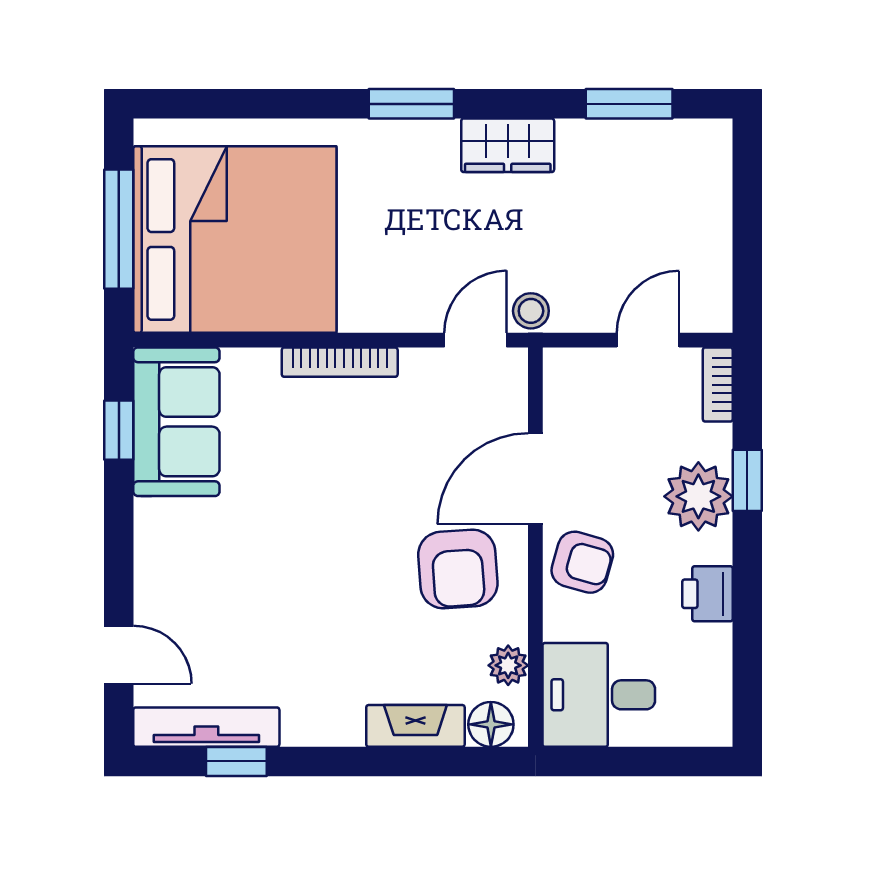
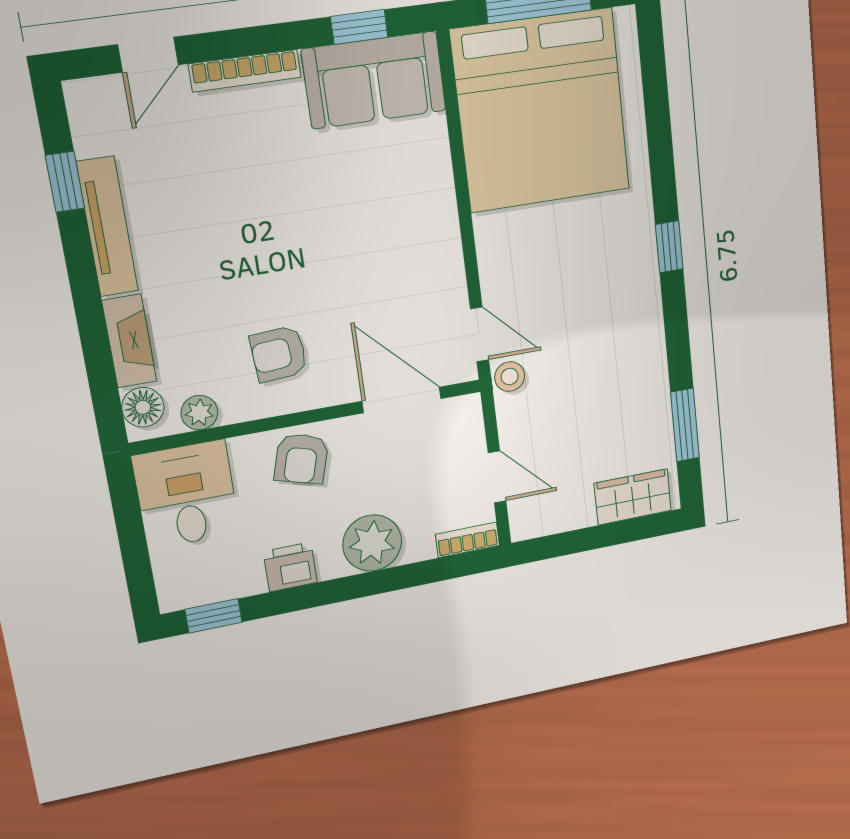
window: (411, 104) -> (669, 247), width x0.67
wardrobe: (508, 145) -> (633, 497), moved, turned 90
bookcase: (340, 362) -> (245, 71), moved, turned -90
door: (535, 479) -> (402, 400), moved
window: (747, 480) -> (213, 616), moved
armchair: (458, 569) -> (279, 354), width x0.72, depth x0.72
tv unit: (206, 727) -> (107, 227), moved

